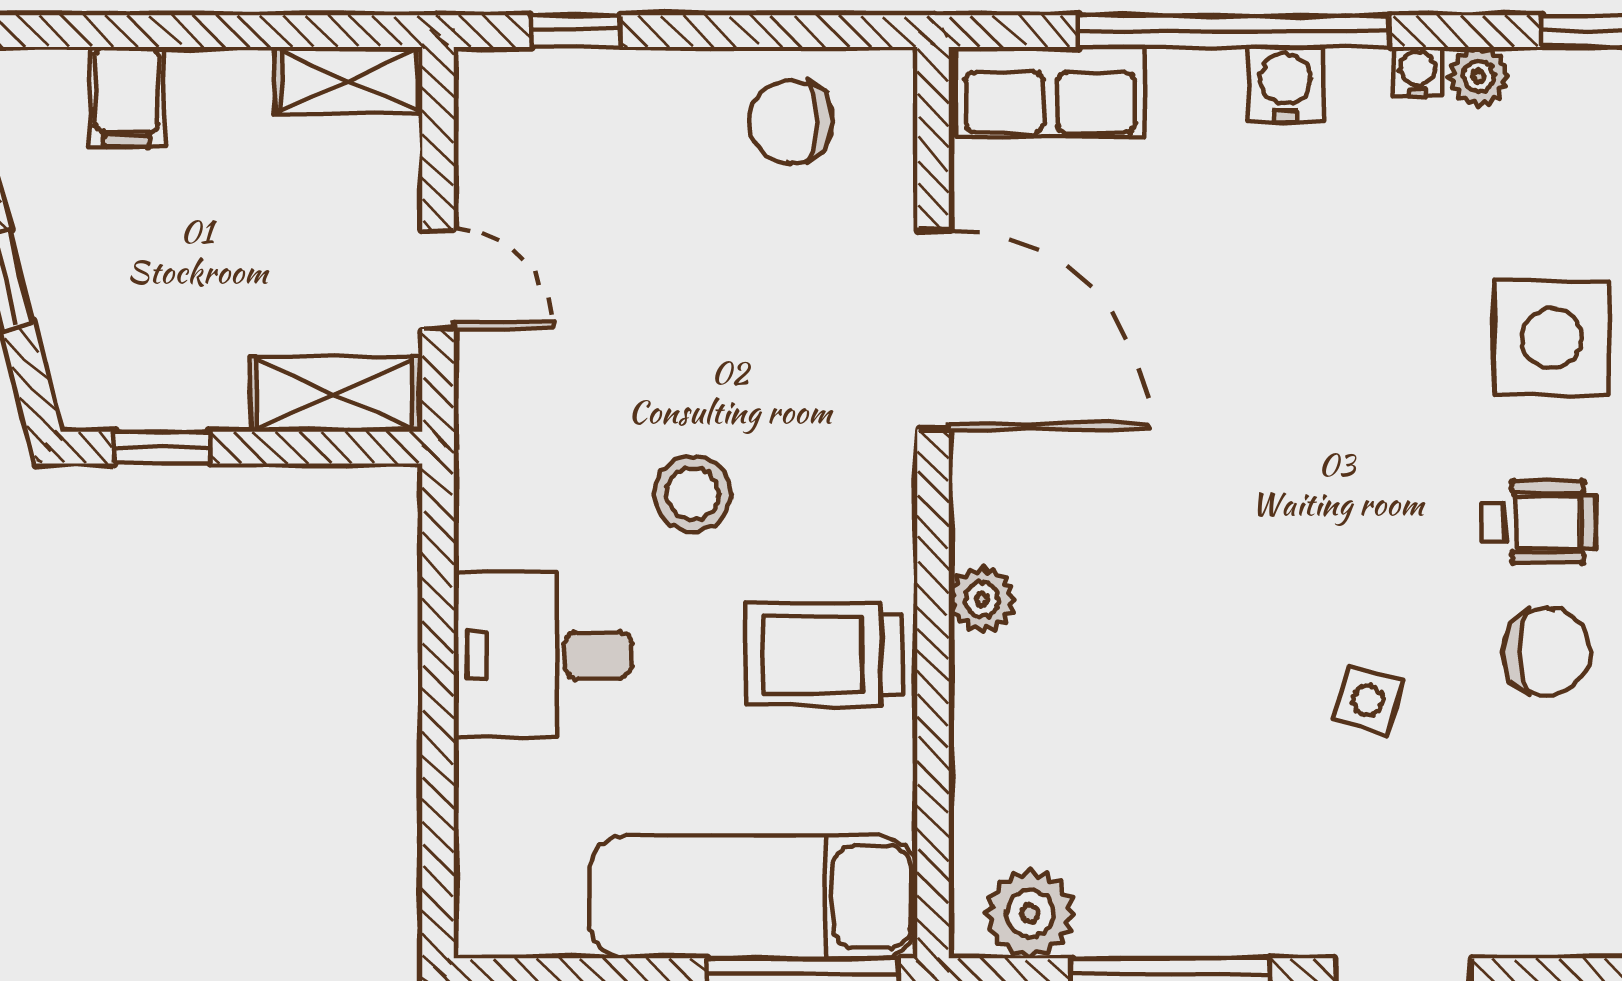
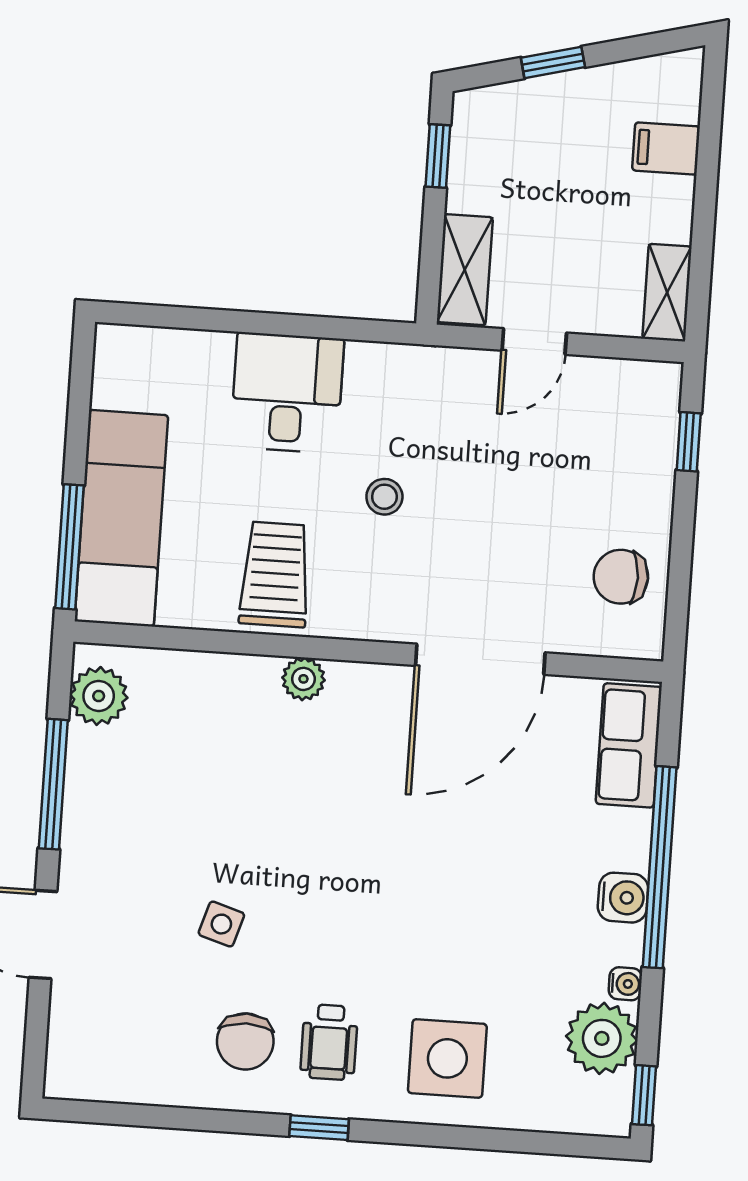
plant: (1479, 76) -> (602, 1038), width x1.88, depth x1.88
chair: (791, 121) -> (621, 577), turned -90
stool: (693, 494) -> (384, 497), width x0.73, depth x0.73

